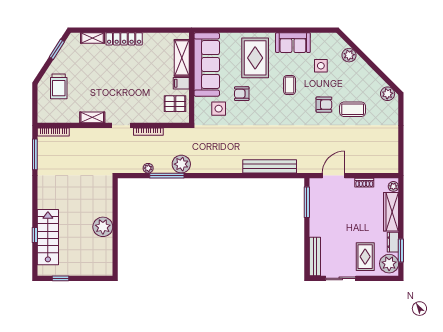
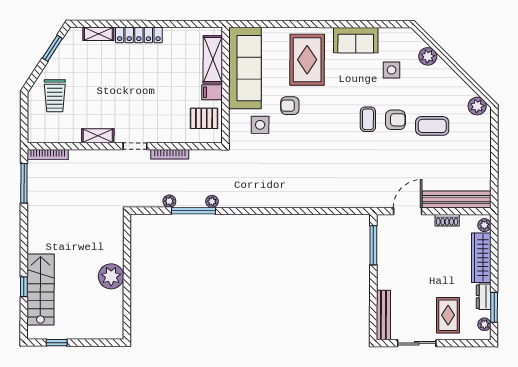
coffee table: (290, 85) -> (368, 119), moved
plant: (181, 164) -> (212, 201), width x0.53, depth x0.53
bench: (270, 166) -> (457, 199), moved
plant: (389, 264) -> (484, 324), width x0.53, depth x0.53

